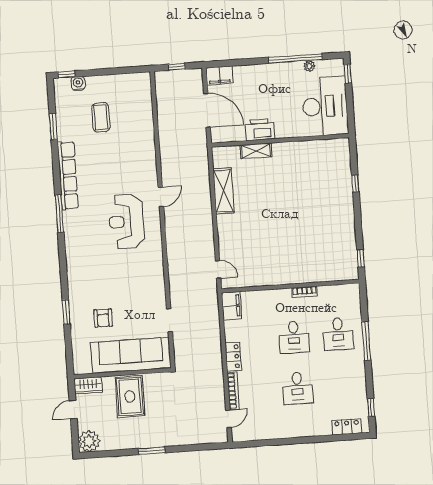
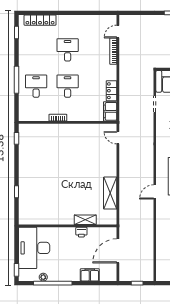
filing cabinet: (219, 75) -> (90, 275), moved
door: (207, 110) -> (118, 251), hinge flipped
printer: (260, 130) -> (81, 232), width x0.53, depth x0.68
locker: (233, 357) -> (111, 91), moved
locker: (347, 427) -> (40, 20), width x1.53

